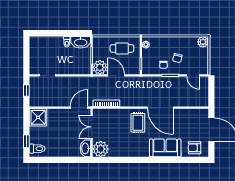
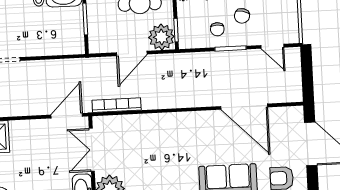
plant: (100, 67) -> (161, 37), moved
door: (116, 75) -> (132, 53), swing flipped
door: (160, 108) -> (244, 107), moved
rug: (138, 123) -> (176, 138), removed

